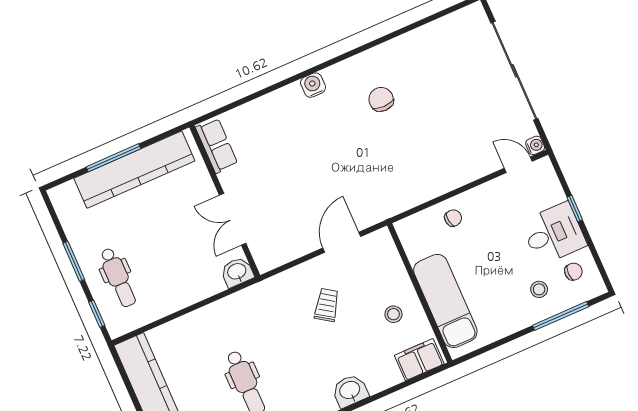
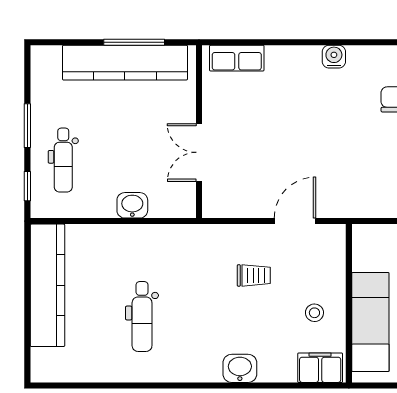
row of seats: (217, 146) -> (237, 58), moved, turned 90
window: (113, 158) -> (134, 42), moved
washbasin: (237, 272) -> (132, 205), moved
trolley: (327, 305) -> (254, 275), turned 56

